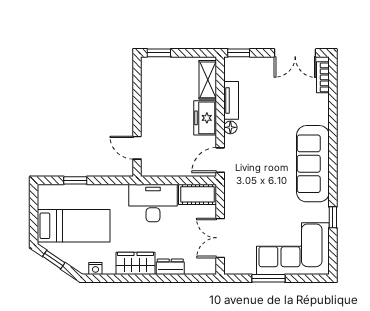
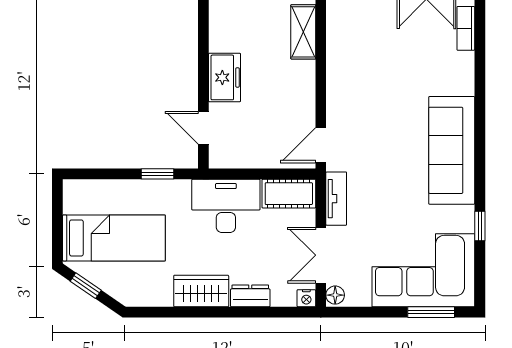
tv unit: (231, 100) -> (336, 199), moved
freezer: (205, 118) -> (224, 77), moved, turned 180
floor lamp: (230, 127) -> (335, 295), moved
window: (75, 180) -> (157, 174), moved
nightstand: (95, 268) -> (306, 298), moved
window: (268, 278) -> (431, 312), moved

